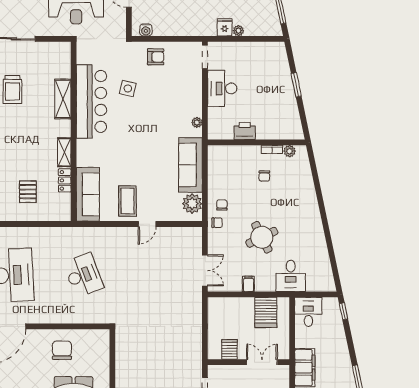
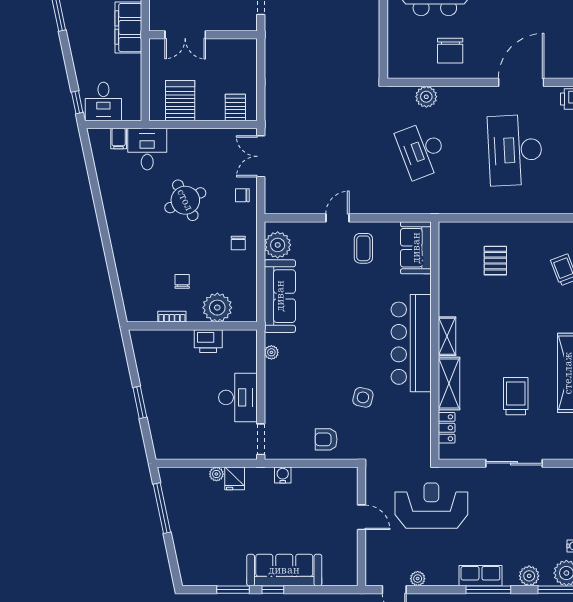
water cooler: (146, 30) -> (283, 475), moved
bar counter: (91, 101) -> (411, 343), moved
plant: (290, 151) -> (217, 308), moved, width x1.88, depth x1.88
shelving: (64, 152) -> (447, 336), moved
locker: (65, 180) -> (447, 428), moved
sofa: (88, 194) -> (416, 248), width x0.73
coffee table: (127, 201) -> (363, 248), width x0.73, depth x0.77
chair: (217, 223) -> (242, 195), moved
filing cabinet: (248, 284) -> (119, 138), moved
desk: (308, 312) -> (103, 101), moved
plant: (80, 315) -> (426, 97), added
server rack: (229, 349) -> (235, 107), moved, turned 180

